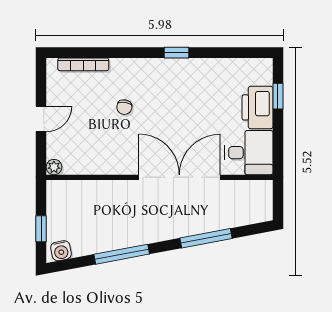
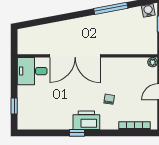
printer: (258, 107) -> (86, 120), moved, turned -90
window: (206, 238) -> (59, 18), removed

